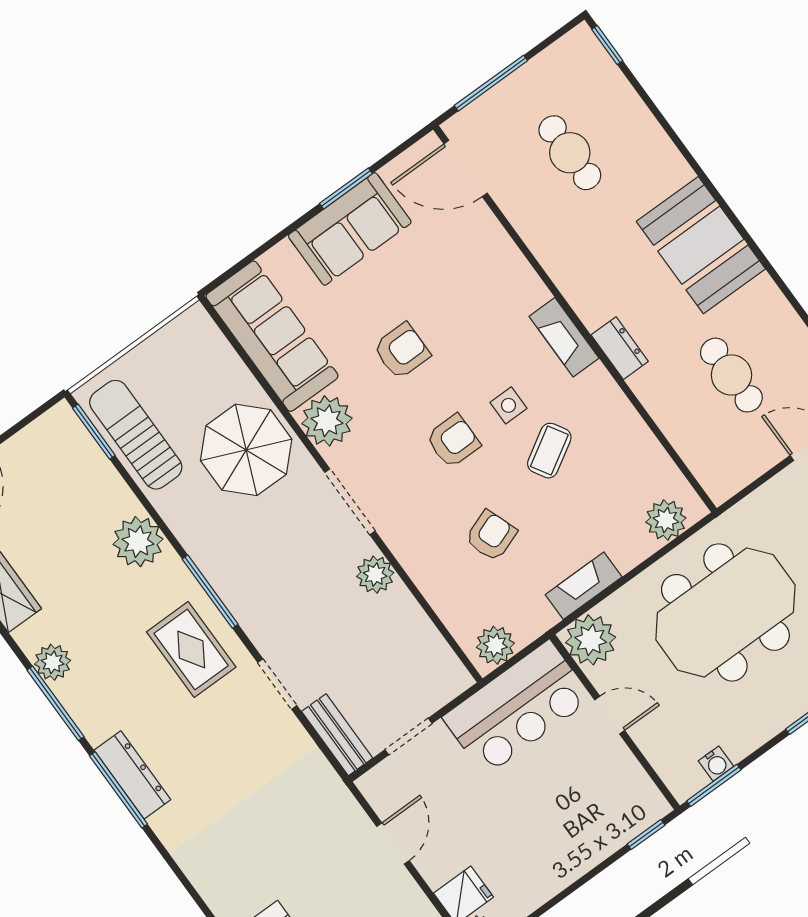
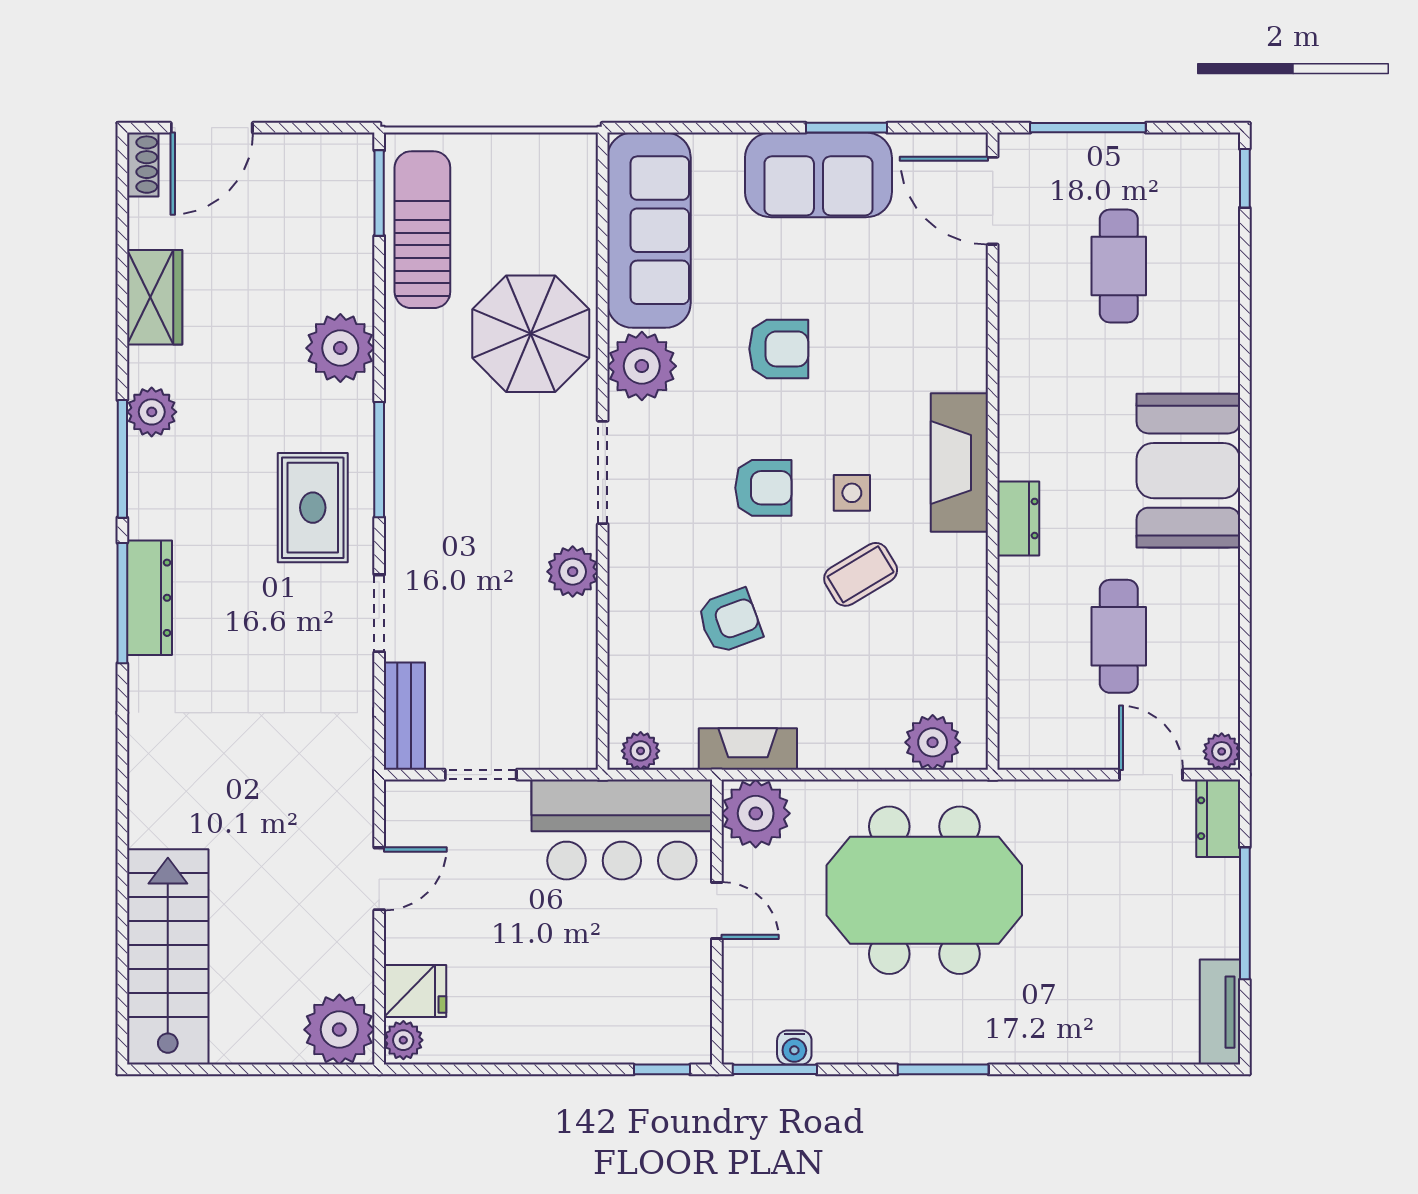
fireplace: (564, 337) -> (959, 463), width x1.37, depth x1.32
fireplace: (584, 586) -> (748, 749), moved
plant: (495, 645) -> (641, 751), width x0.73, depth x0.73

